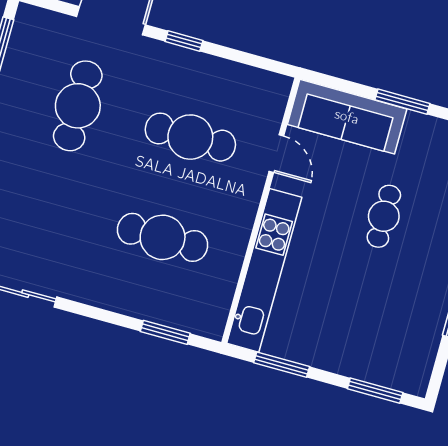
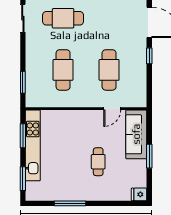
cafe table: (78, 106) -> (63, 18), moved
cafe table: (384, 216) -> (98, 162), turned 90
kitchen unit: (264, 270) -> (33, 145), moved, turned -90

